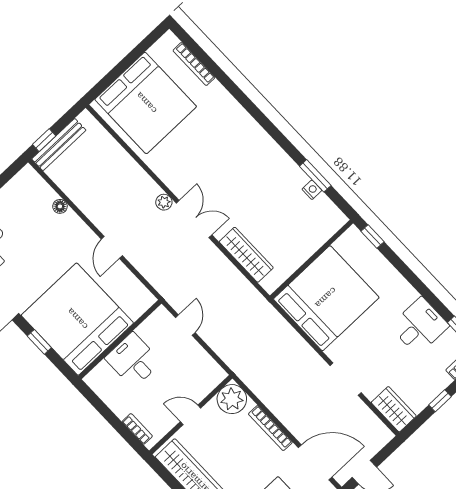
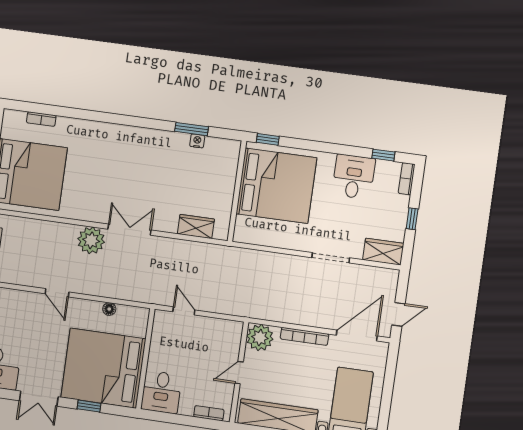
bookcase: (194, 64) -> (41, 119), width x0.64
plant: (164, 202) -> (91, 240), width x1.87, depth x1.87
floor lamp: (60, 206) -> (109, 309), moved
door: (112, 247) -> (57, 293), moved
wardrobe: (246, 255) -> (196, 227), width x0.67
bed: (326, 298) -> (276, 186), moved, turned 90
desk: (133, 360) -> (161, 392), moved, turned -90

